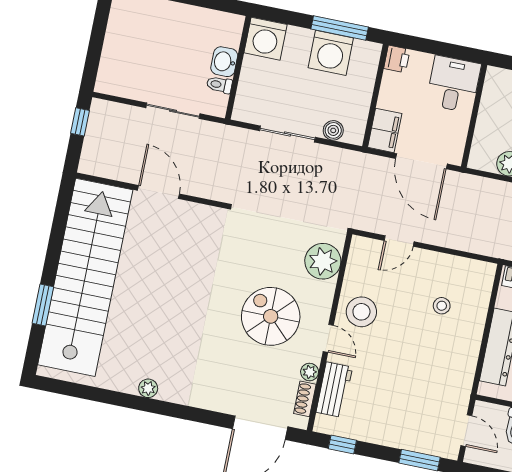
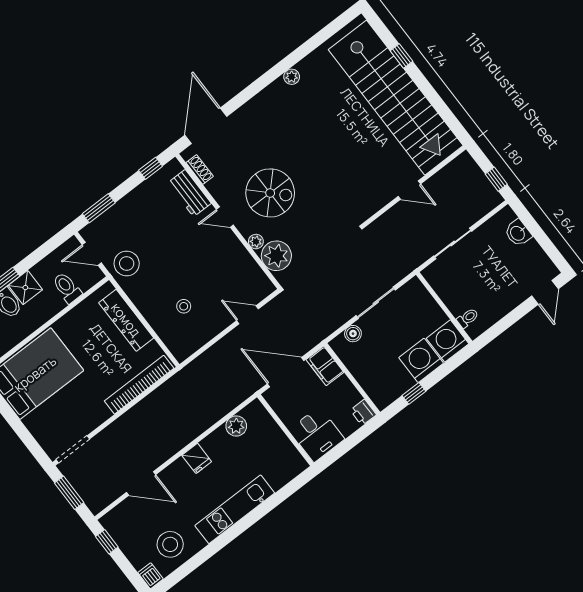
window: (340, 28) -> (414, 393), width x0.46
washing machine: (331, 53) -> (421, 360), moved
washbasin: (224, 62) -> (518, 233), moved, turned 180
toilet: (219, 85) -> (468, 318), moved
door: (159, 192) -> (409, 190), width x0.73
door: (399, 241) -> (248, 315), hinge flipped
window: (43, 305) -> (401, 56), width x0.67
stool: (361, 312) -> (127, 264), moved
plant: (310, 372) -> (256, 242), moved

